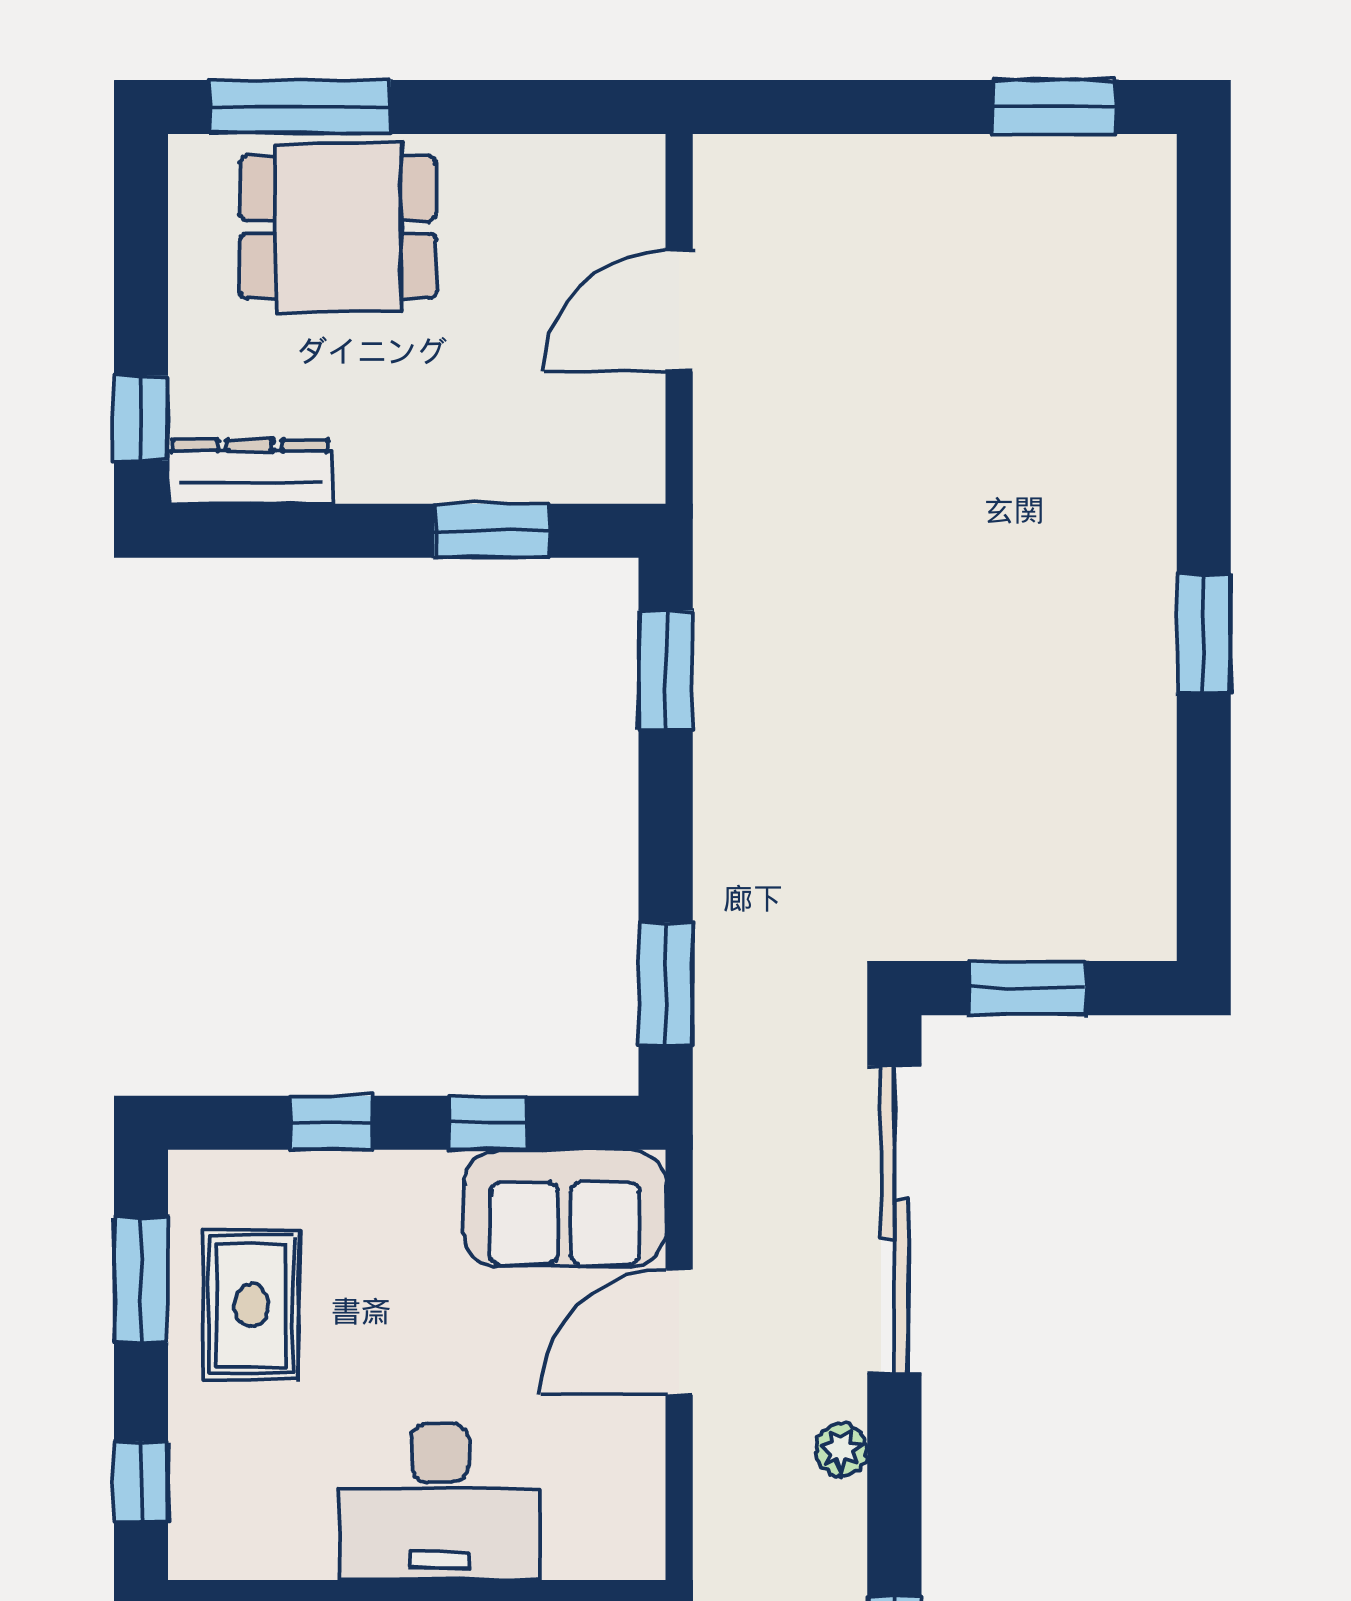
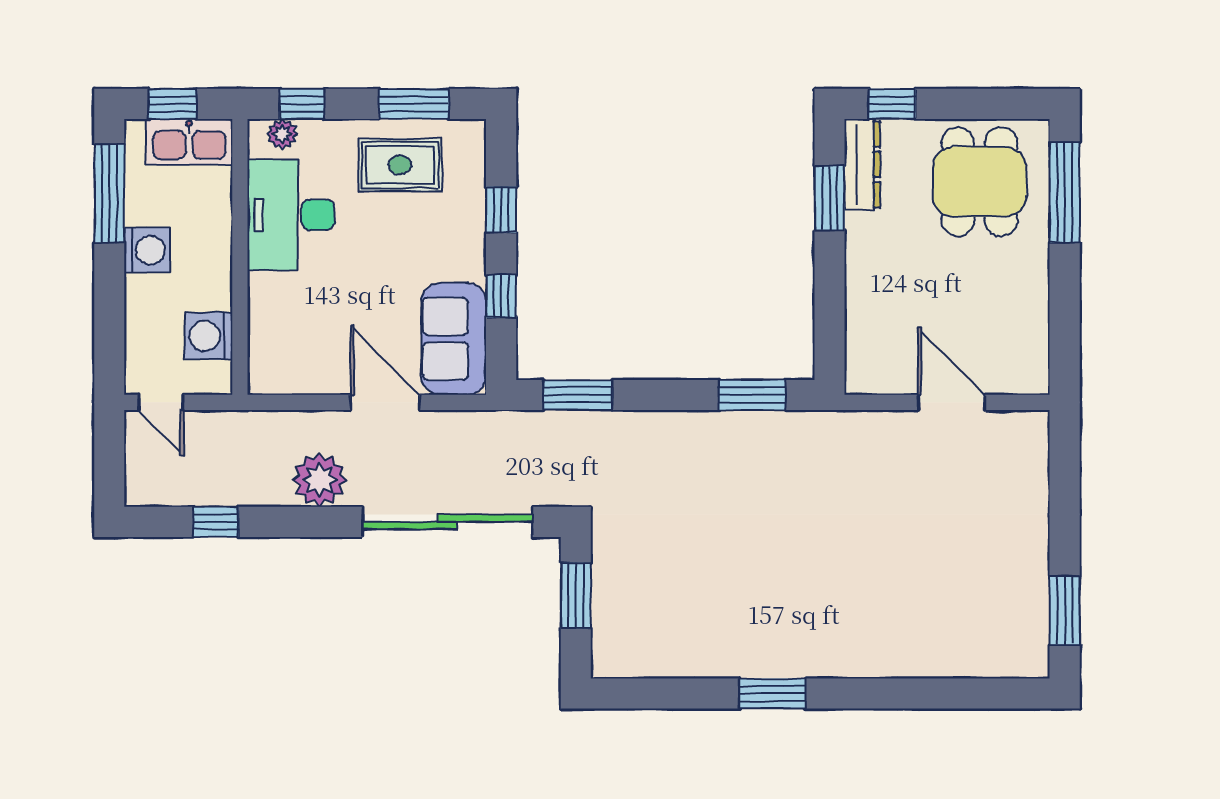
dining table: (338, 227) -> (980, 182), moved
window: (492, 531) -> (830, 198), moved
plant: (841, 1450) -> (320, 480), width x1.88, depth x1.88
desk: (440, 1501) -> (291, 215), moved
plant: (195, 1517) -> (282, 134), added

